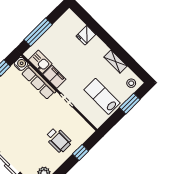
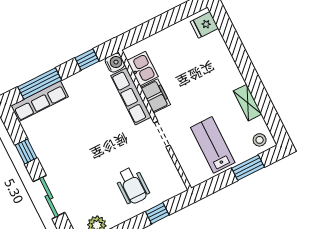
window: (38, 32) -> (153, 26), removed
fridge: (86, 35) -> (204, 25), moved

